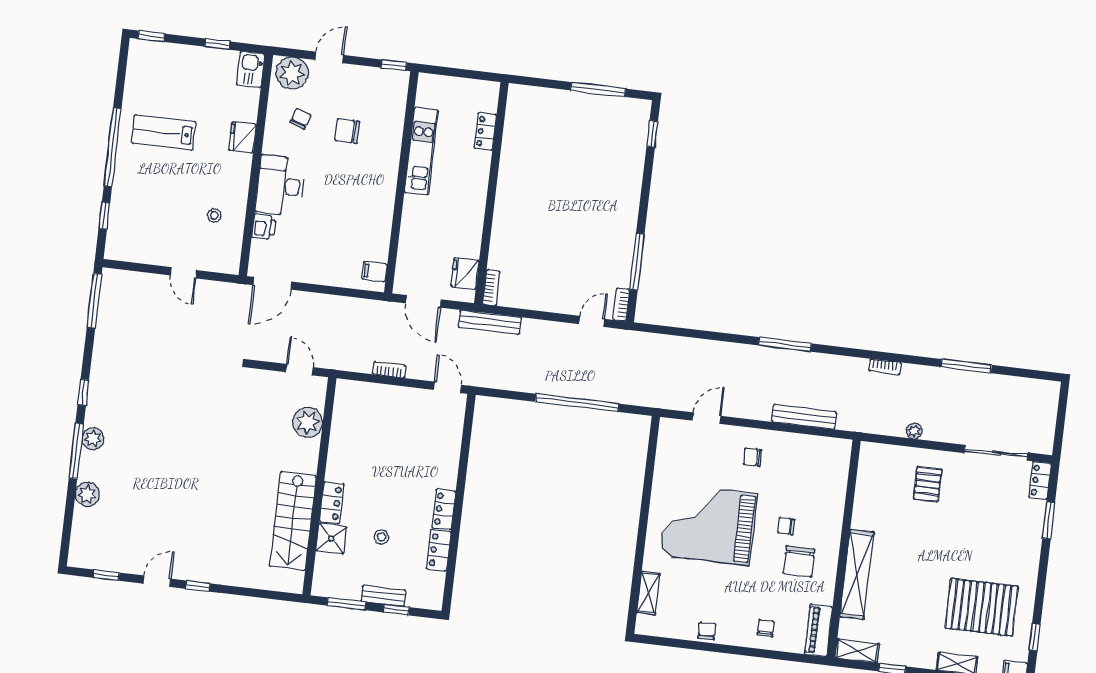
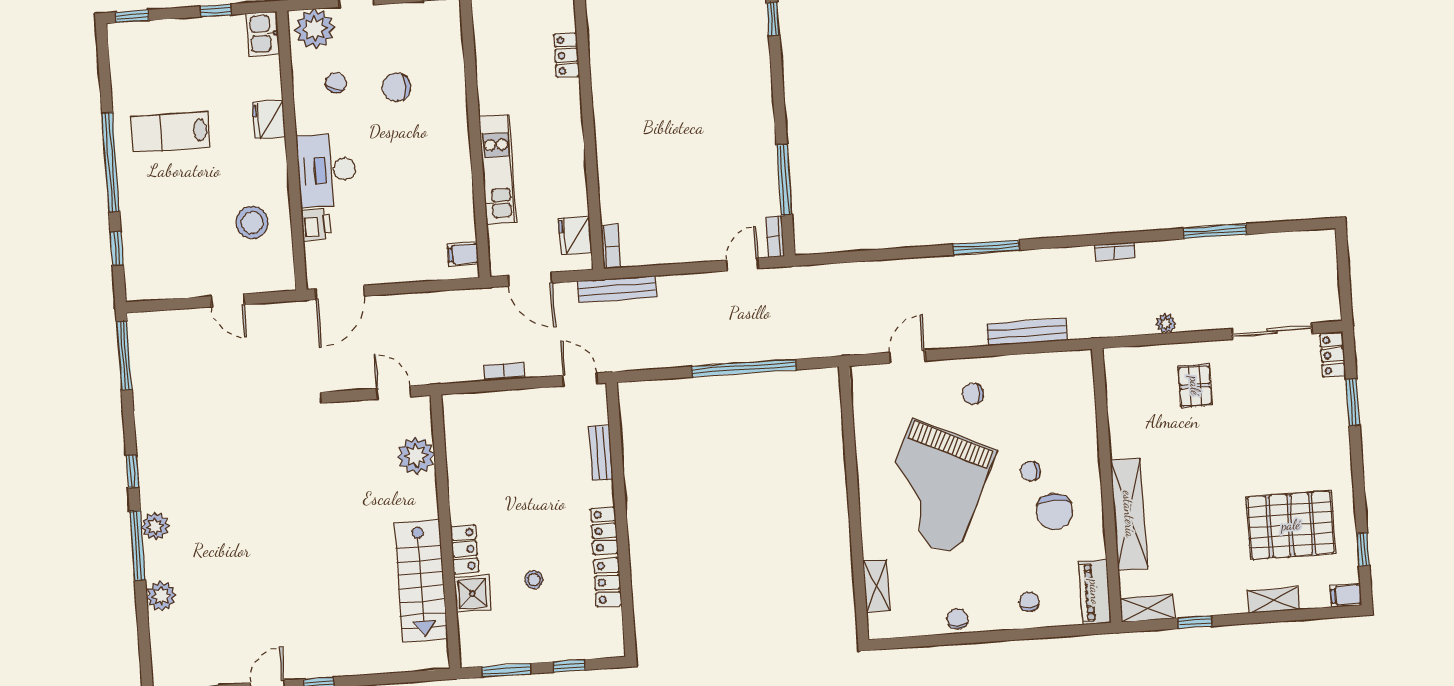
kitchen unit: (421, 151) -> (498, 170), moved
stool: (214, 215) -> (252, 222), width x1.89, depth x1.89
grand piano: (709, 524) -> (934, 487), turned -65
bench: (383, 596) -> (601, 453), moved, turned 90

